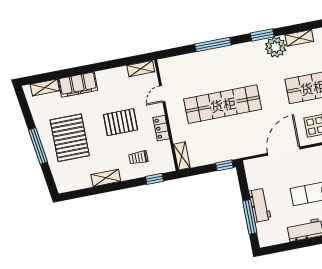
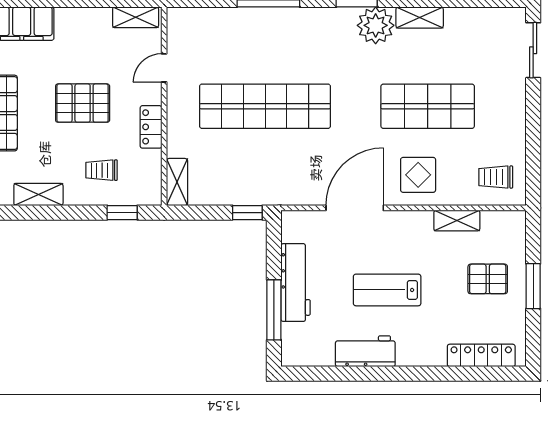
workbench: (260, 205) -> (296, 283), width x1.38

